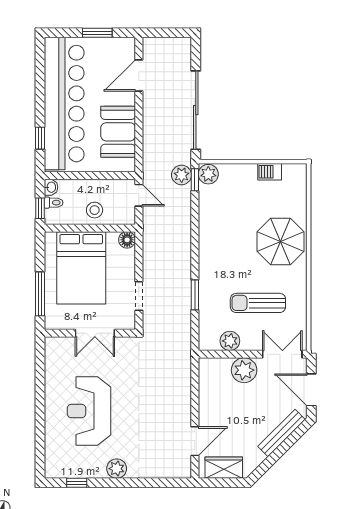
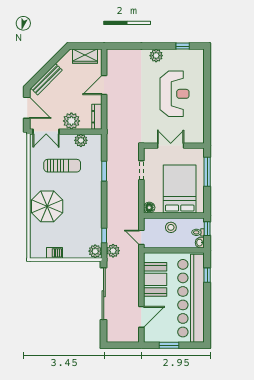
window: (195, 180) -> (104, 235), moved
dresser: (206, 377) -> (97, 117), added
door: (195, 441) -> (104, 85), moved

